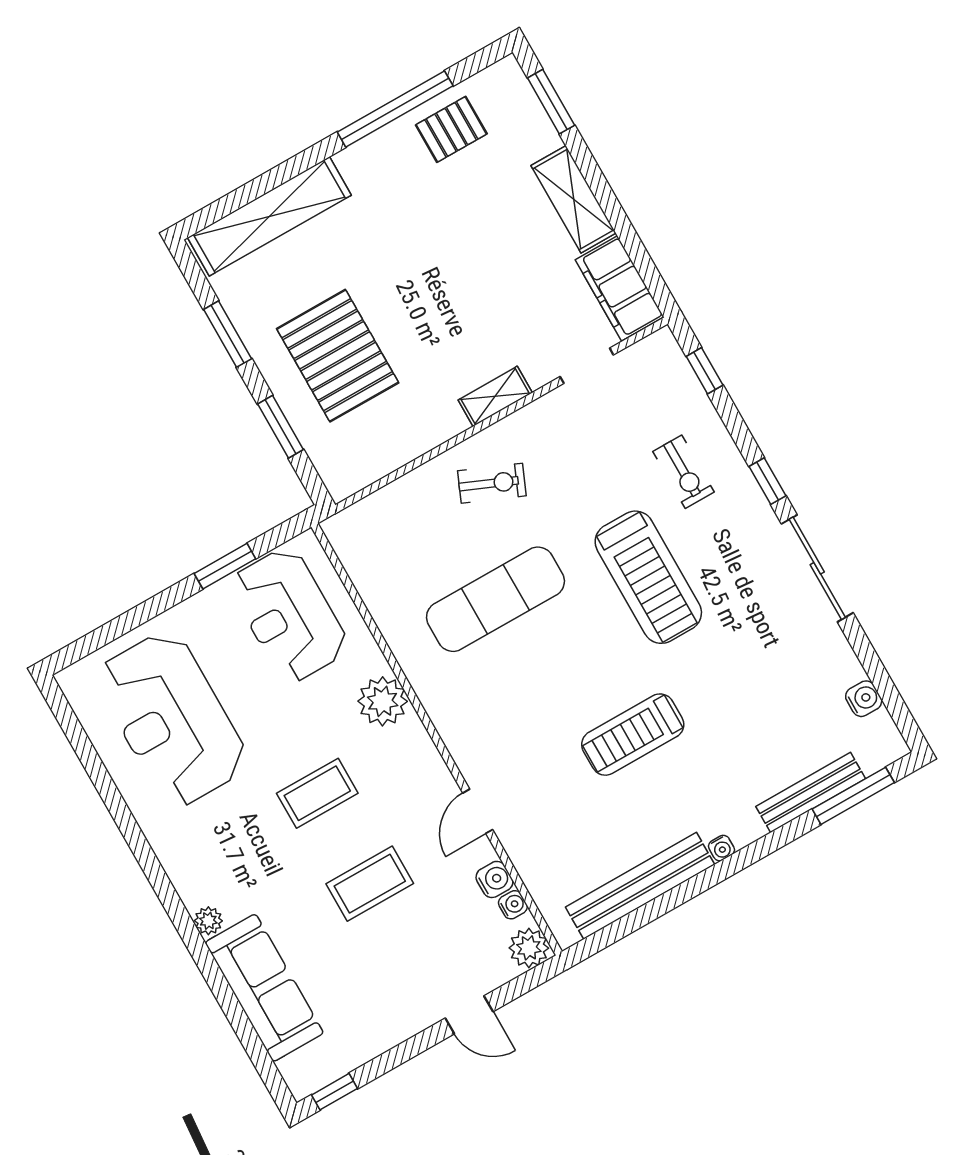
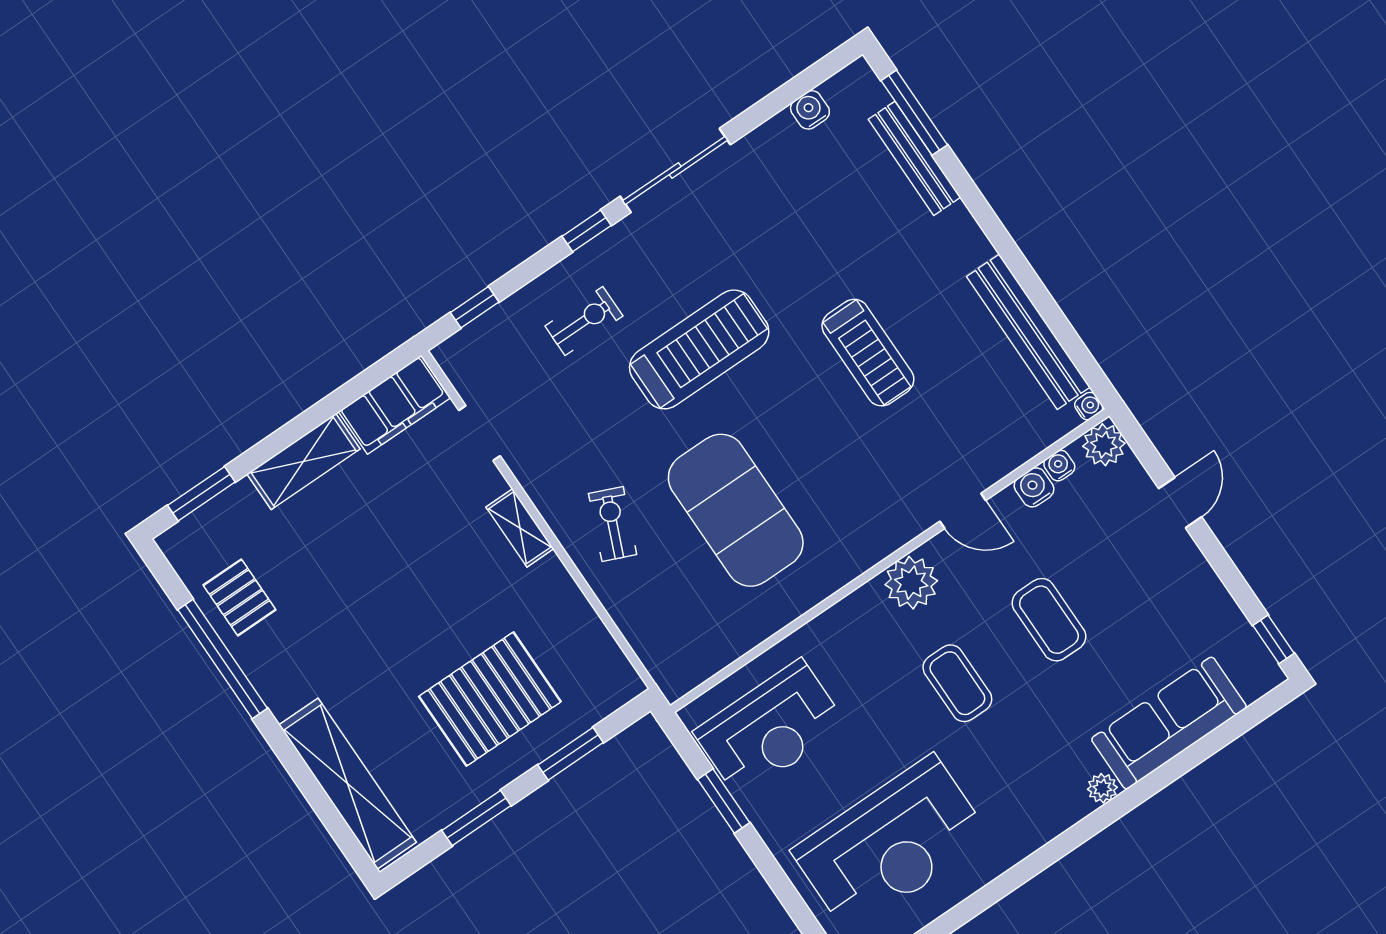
exercise mat: (495, 599) -> (736, 510), width x1.47
plant: (383, 701) -> (911, 583), moved
water cooler: (721, 848) -> (1089, 406), moved

